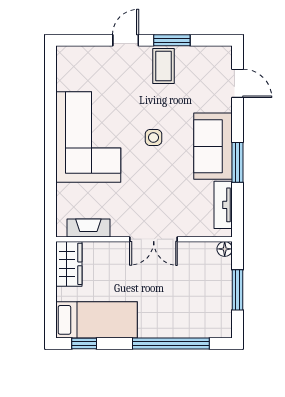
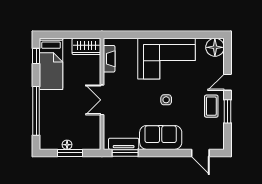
door: (126, 40) -> (227, 82), swing flipped
floor lamp: (70, 60) -> (215, 47), added
coffee table: (163, 66) -> (211, 106), turned 90
door: (238, 83) -> (200, 153), hinge flipped
window: (238, 162) -> (125, 153), moved
floor lamp: (225, 249) -> (67, 145), moved

